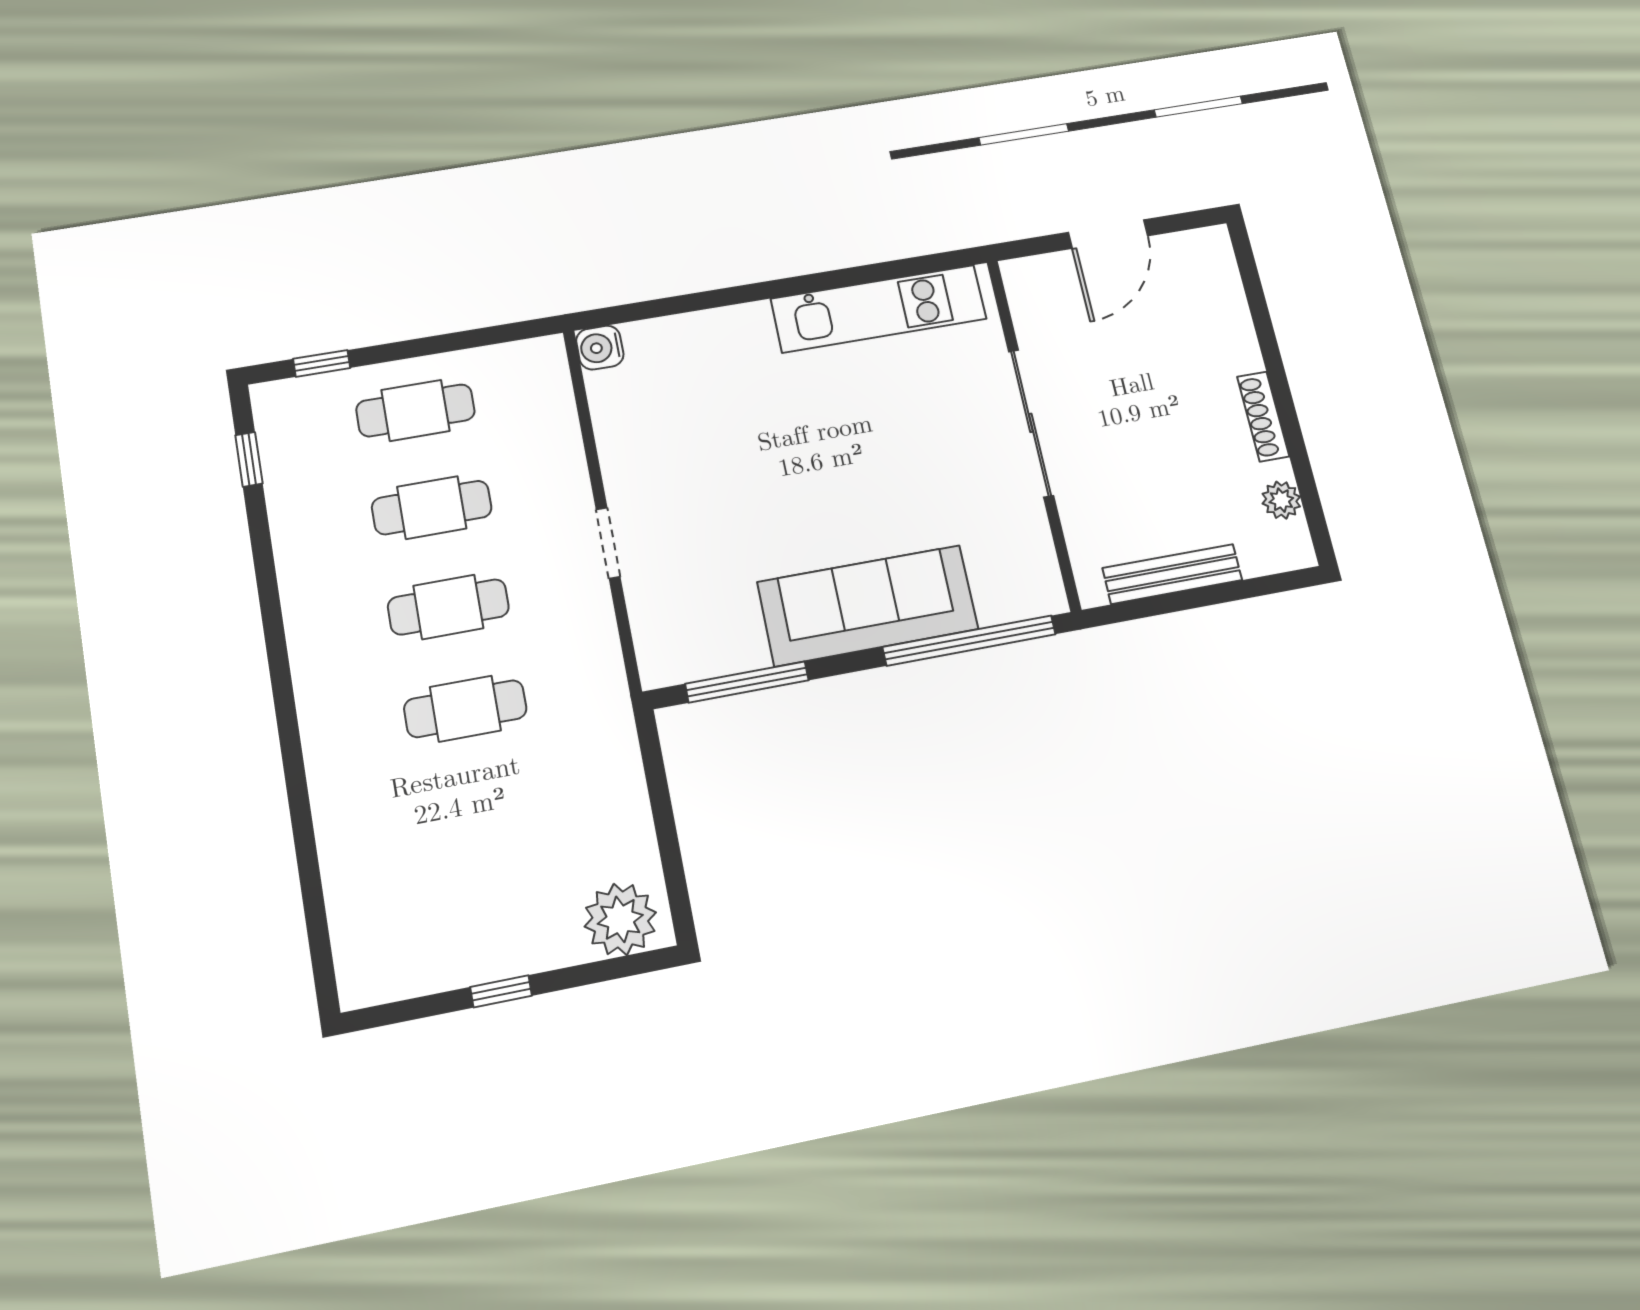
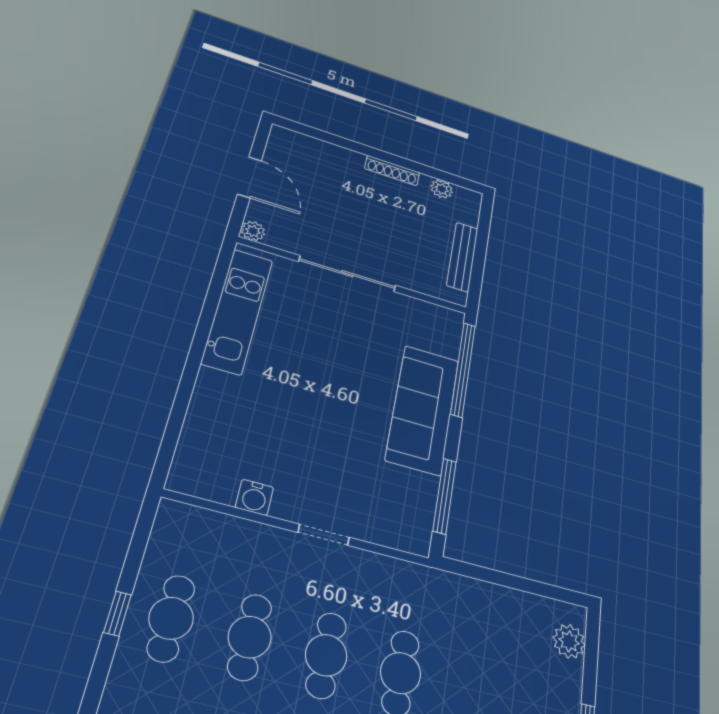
plant: (1020, 275) -> (253, 231), added
water cooler: (600, 348) -> (254, 497), moved
window: (322, 363) -> (117, 614), moved
plant: (620, 919) -> (569, 641), width x0.73, depth x0.73

